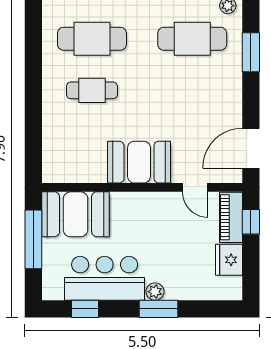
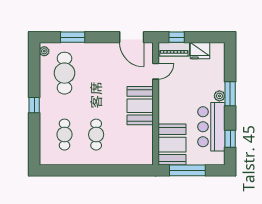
cafe table: (92, 39) -> (64, 135), width x0.73, depth x0.74

